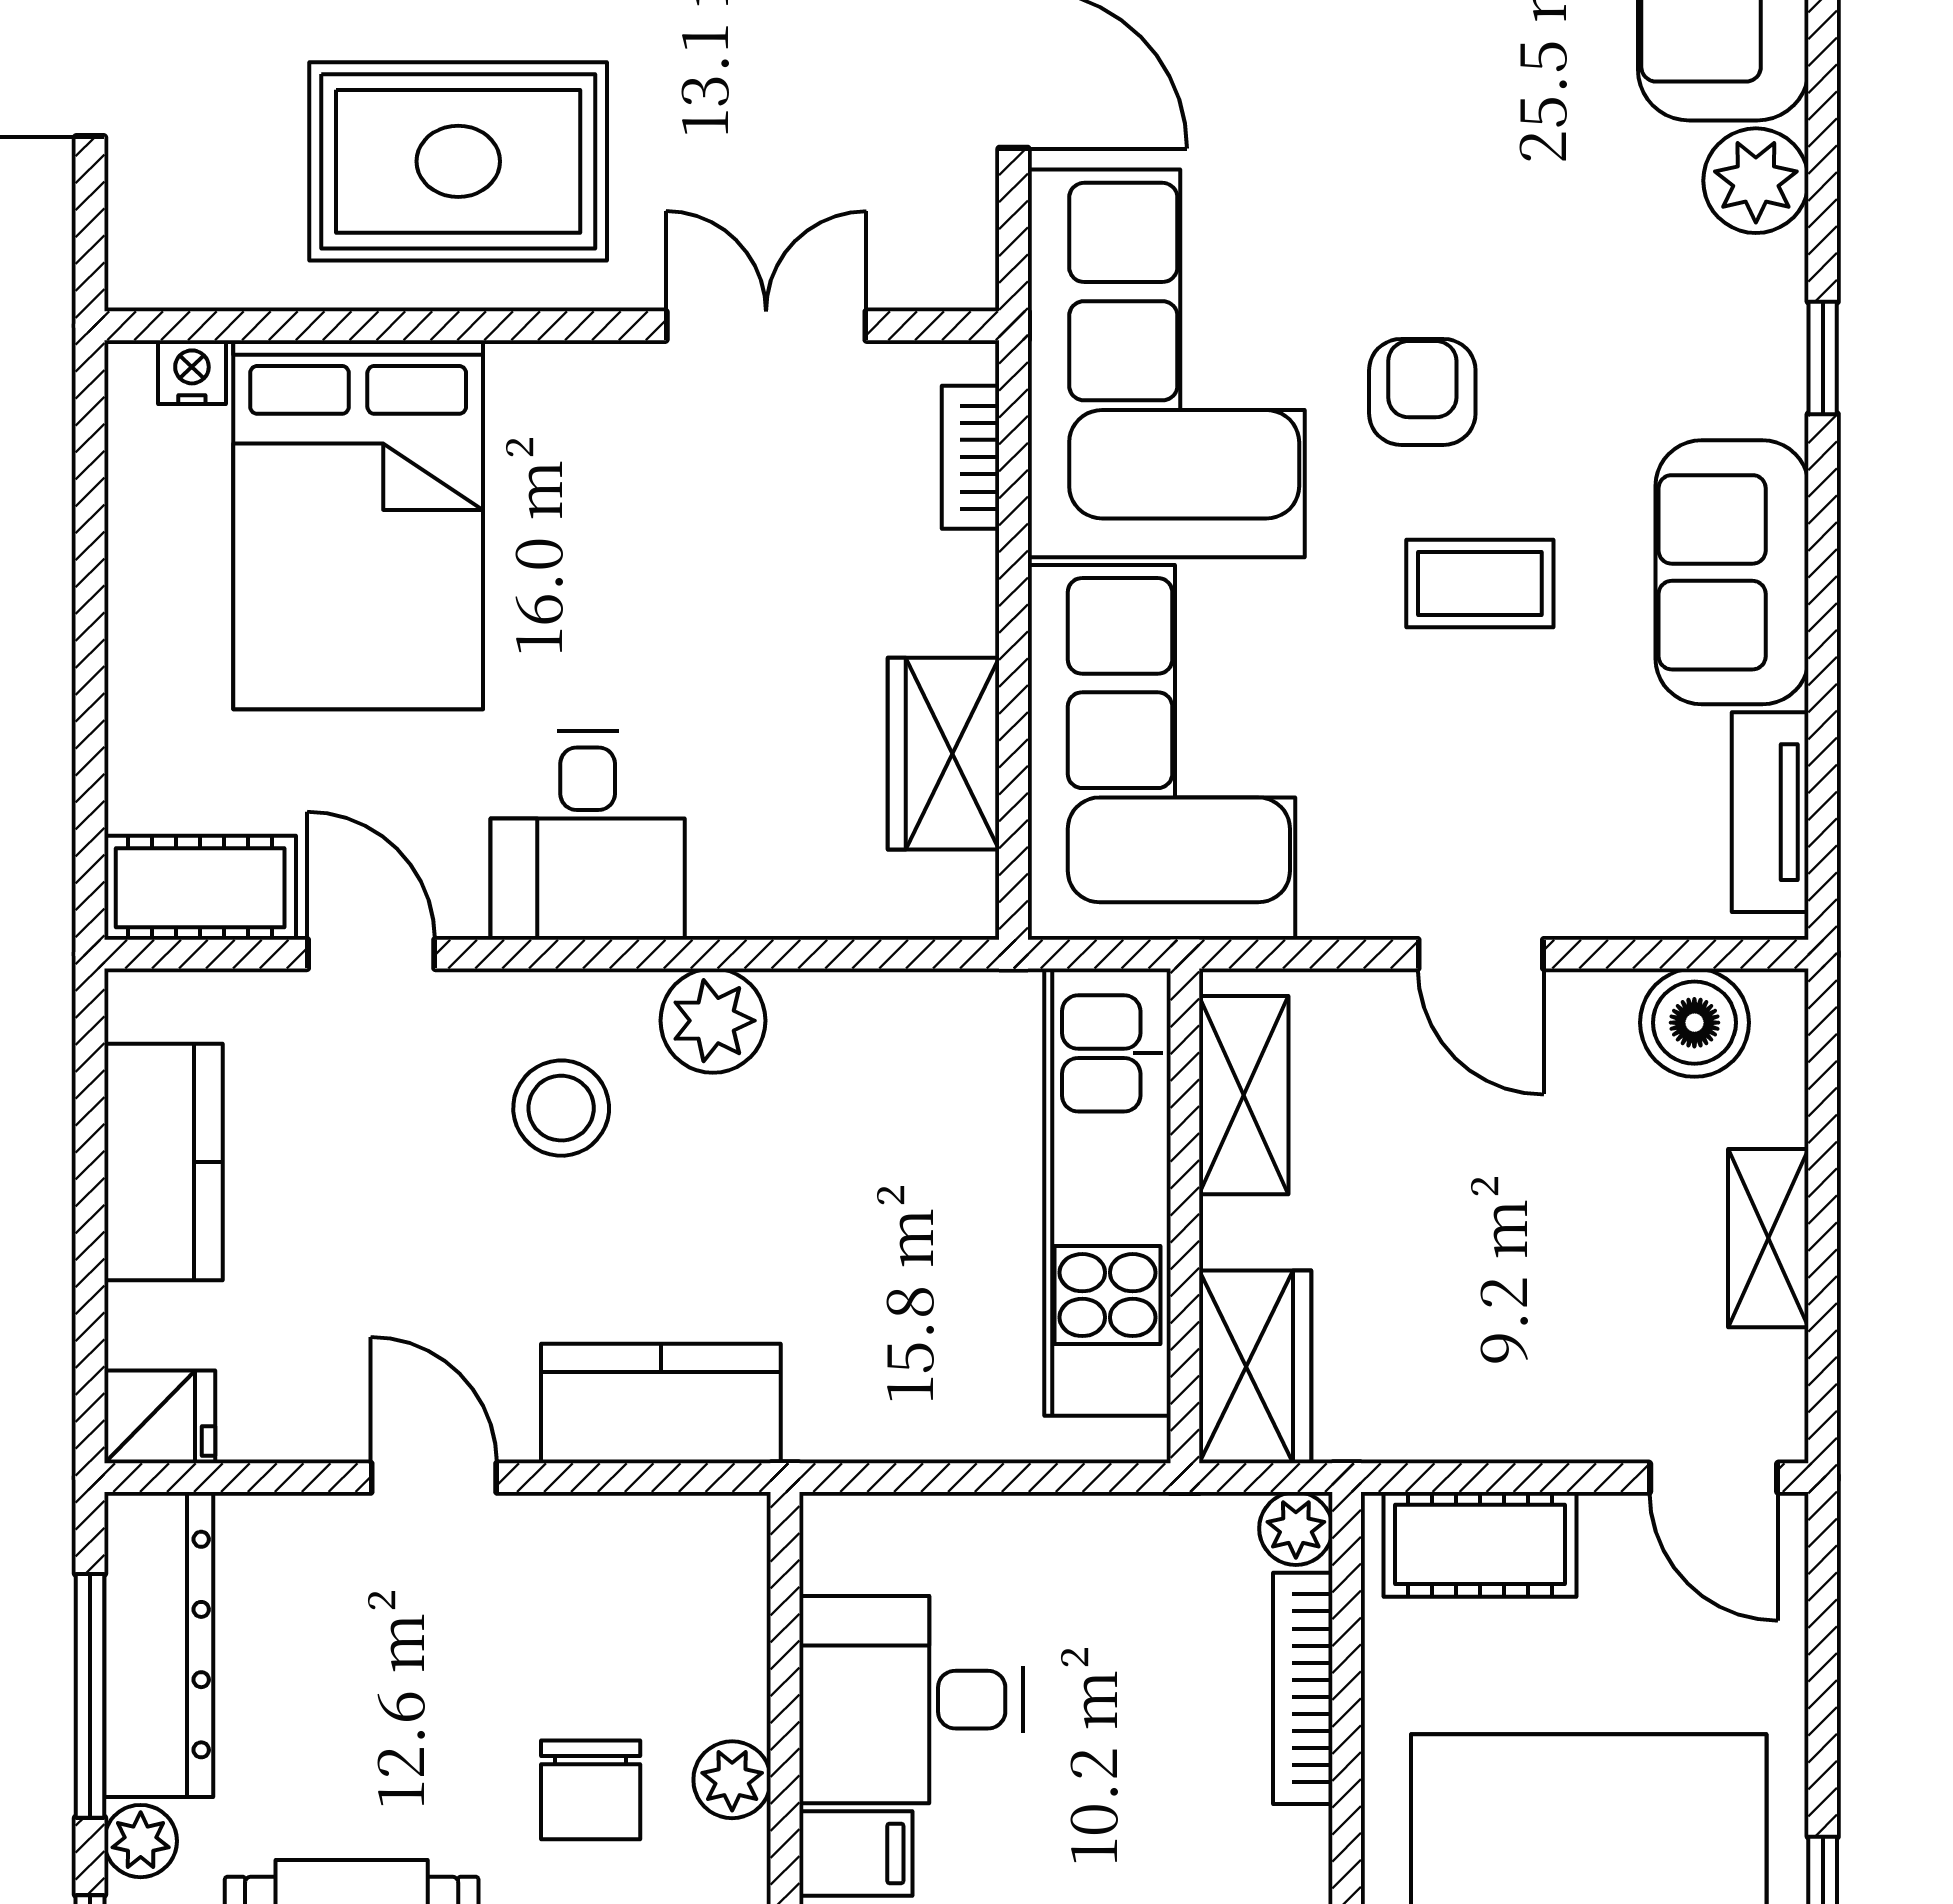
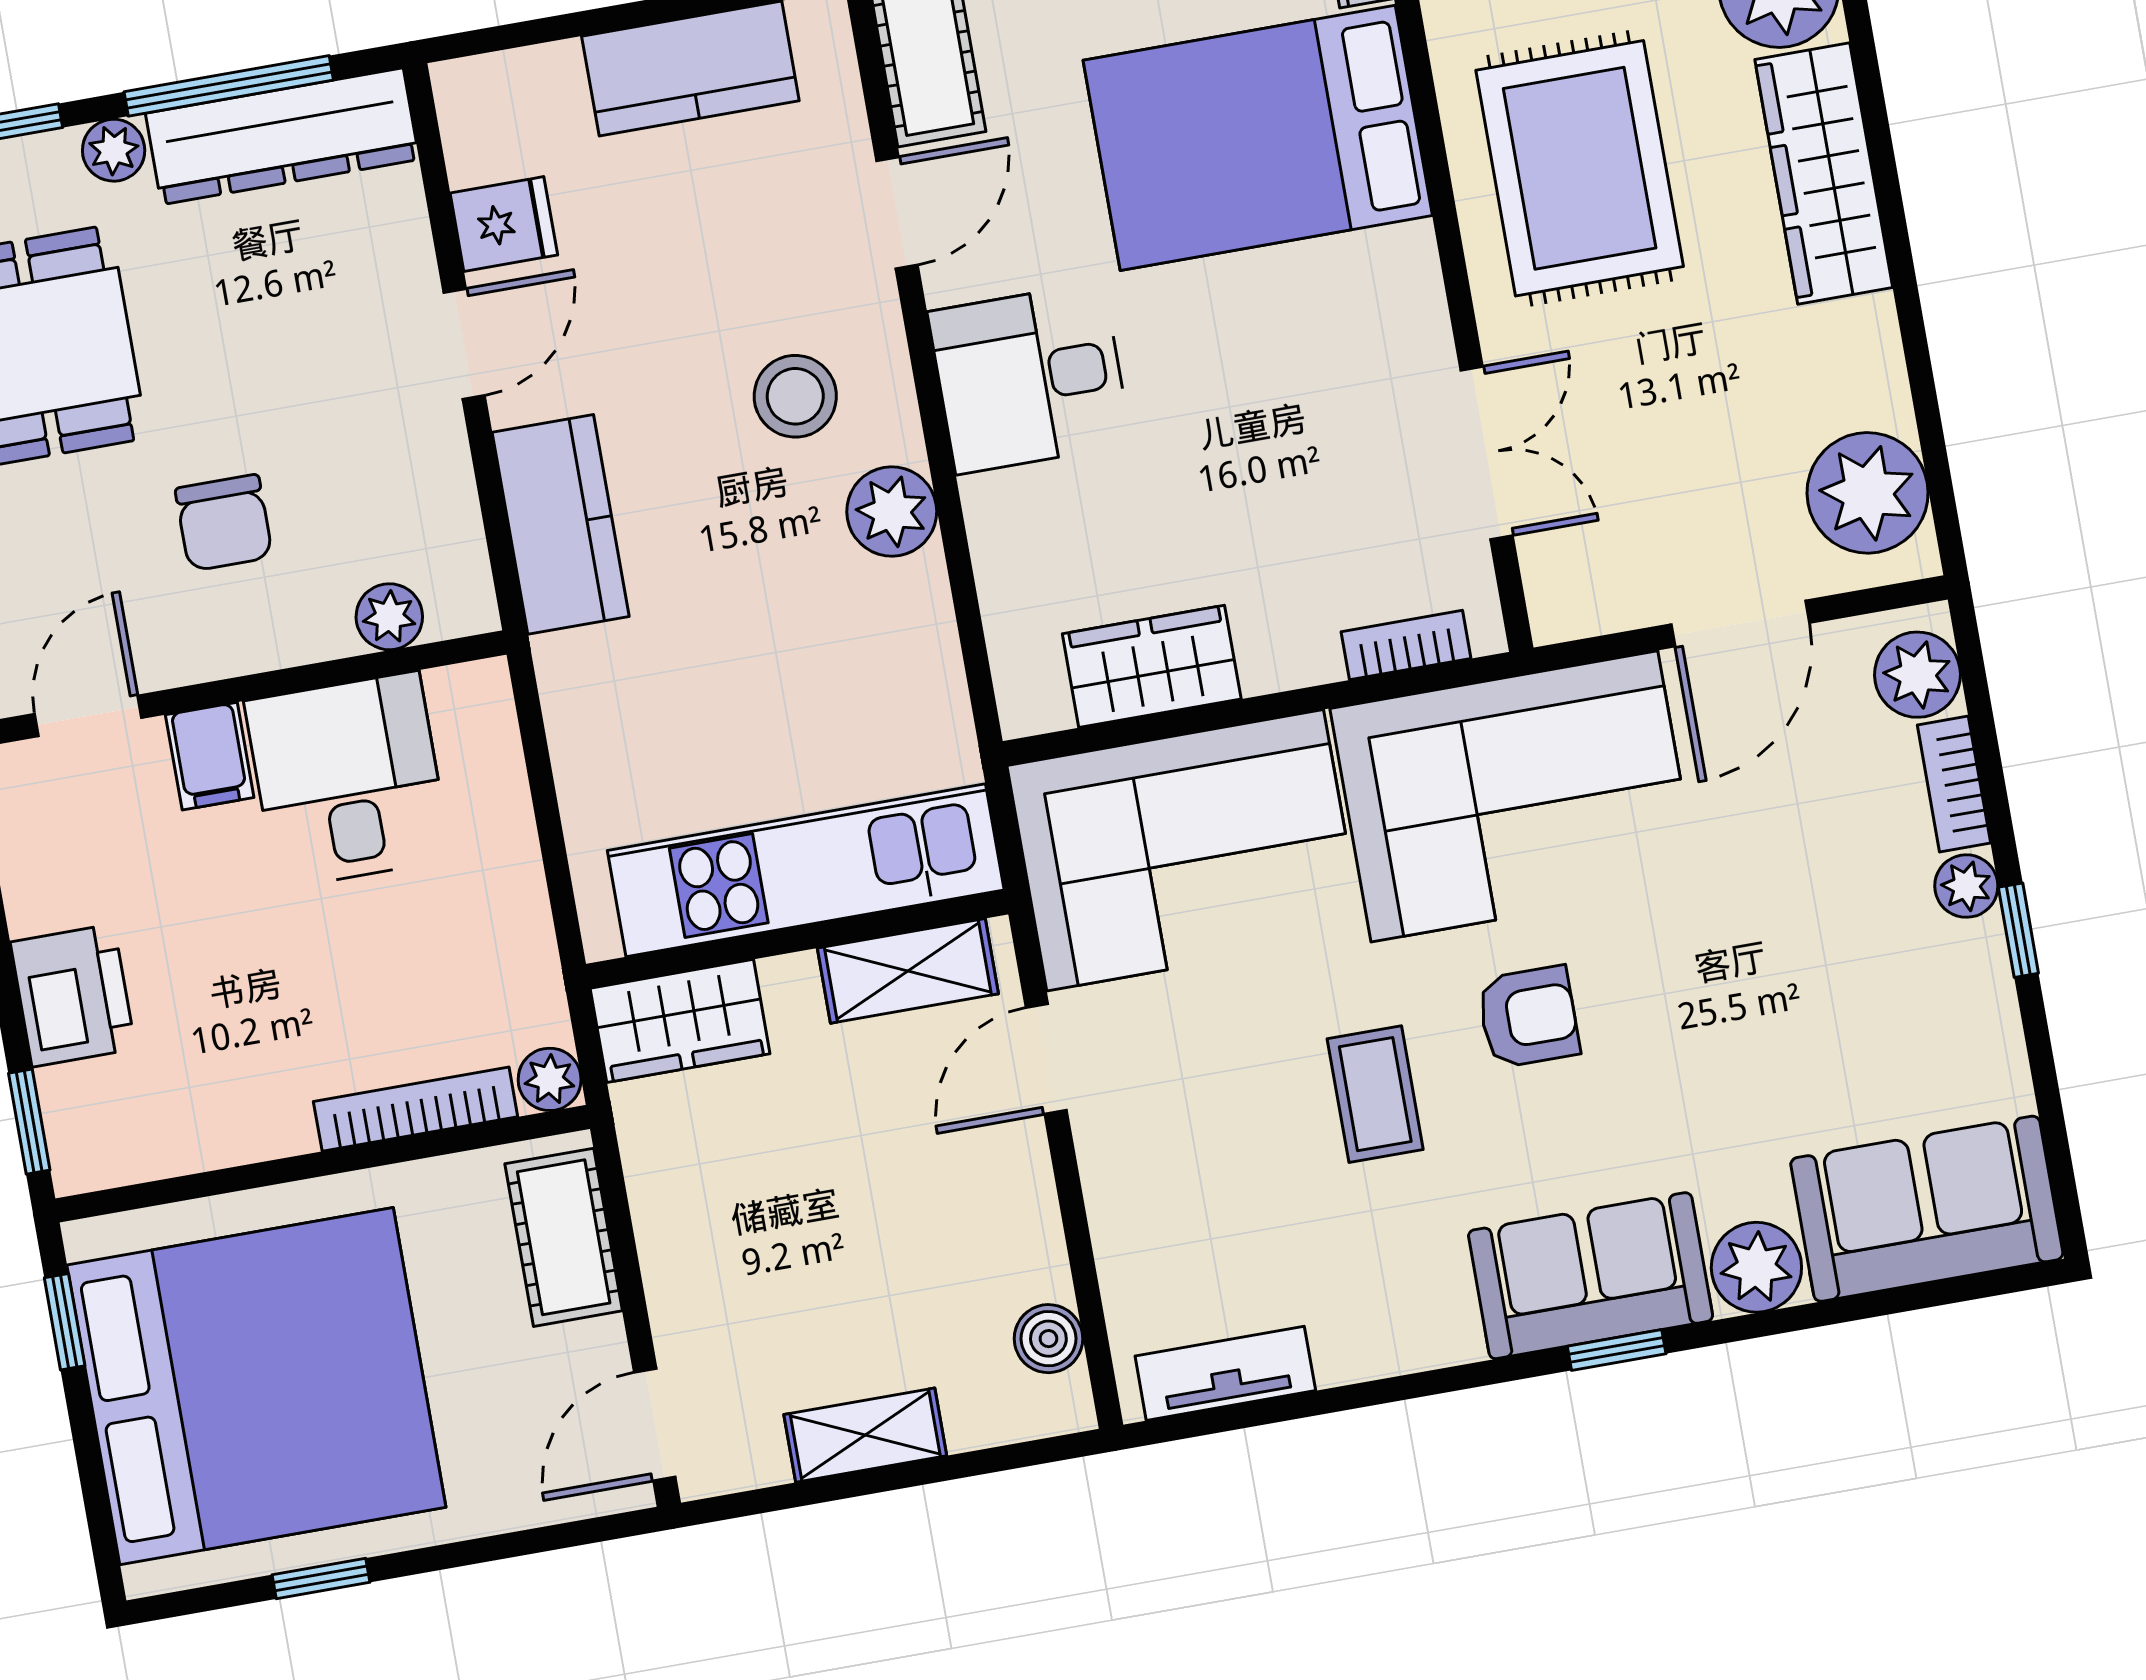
sofa: (1732, 572) -> (1591, 1276), moved
door: (1481, 954) -> (1046, 1059), moved
boiler: (1694, 1023) -> (1048, 1339), width x0.73, depth x0.73
fridge: (160, 1417) -> (504, 224), moved, turned -90
plant: (732, 1780) -> (389, 617), moved
chair: (591, 1790) -> (224, 523), turned -90

